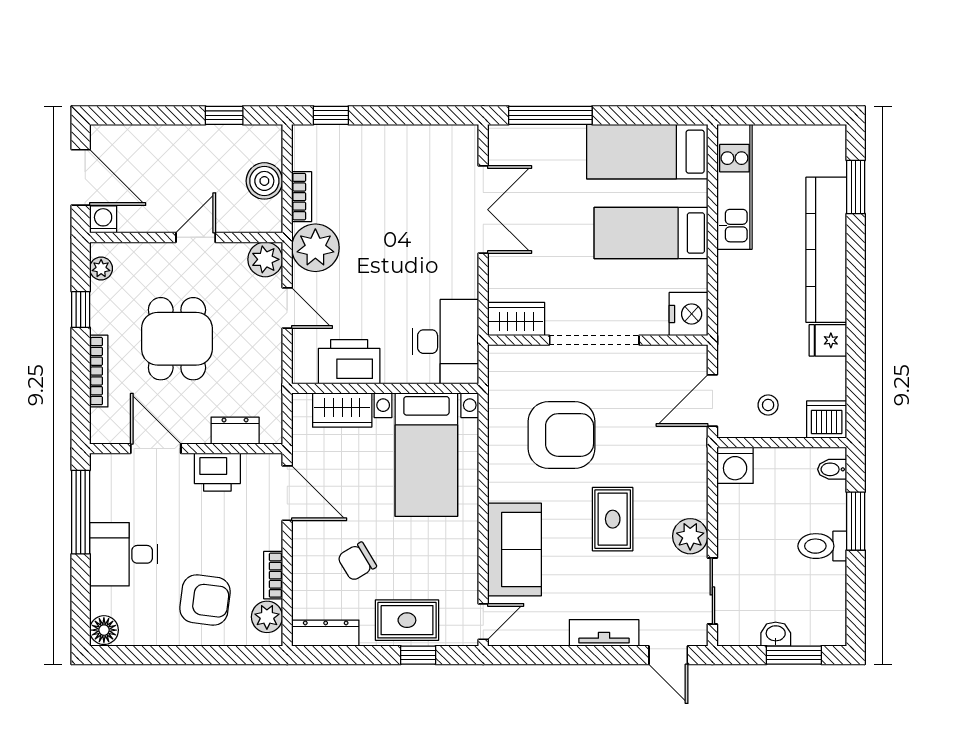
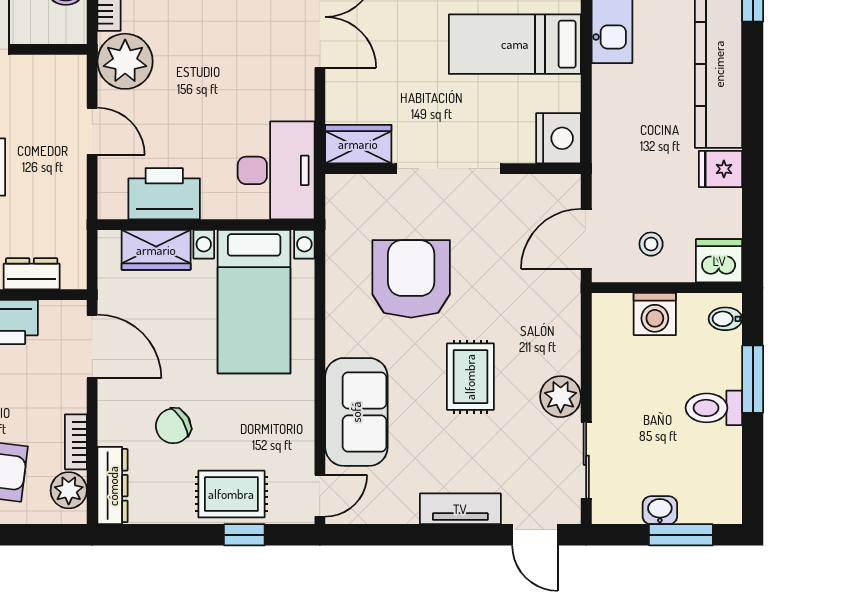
plant: (265, 259) -> (67, 75), removed
armchair: (562, 435) -> (411, 279), turned -90
washing machine: (735, 465) -> (655, 314), moved
dresser: (326, 633) -> (113, 486), moved, turned 90

